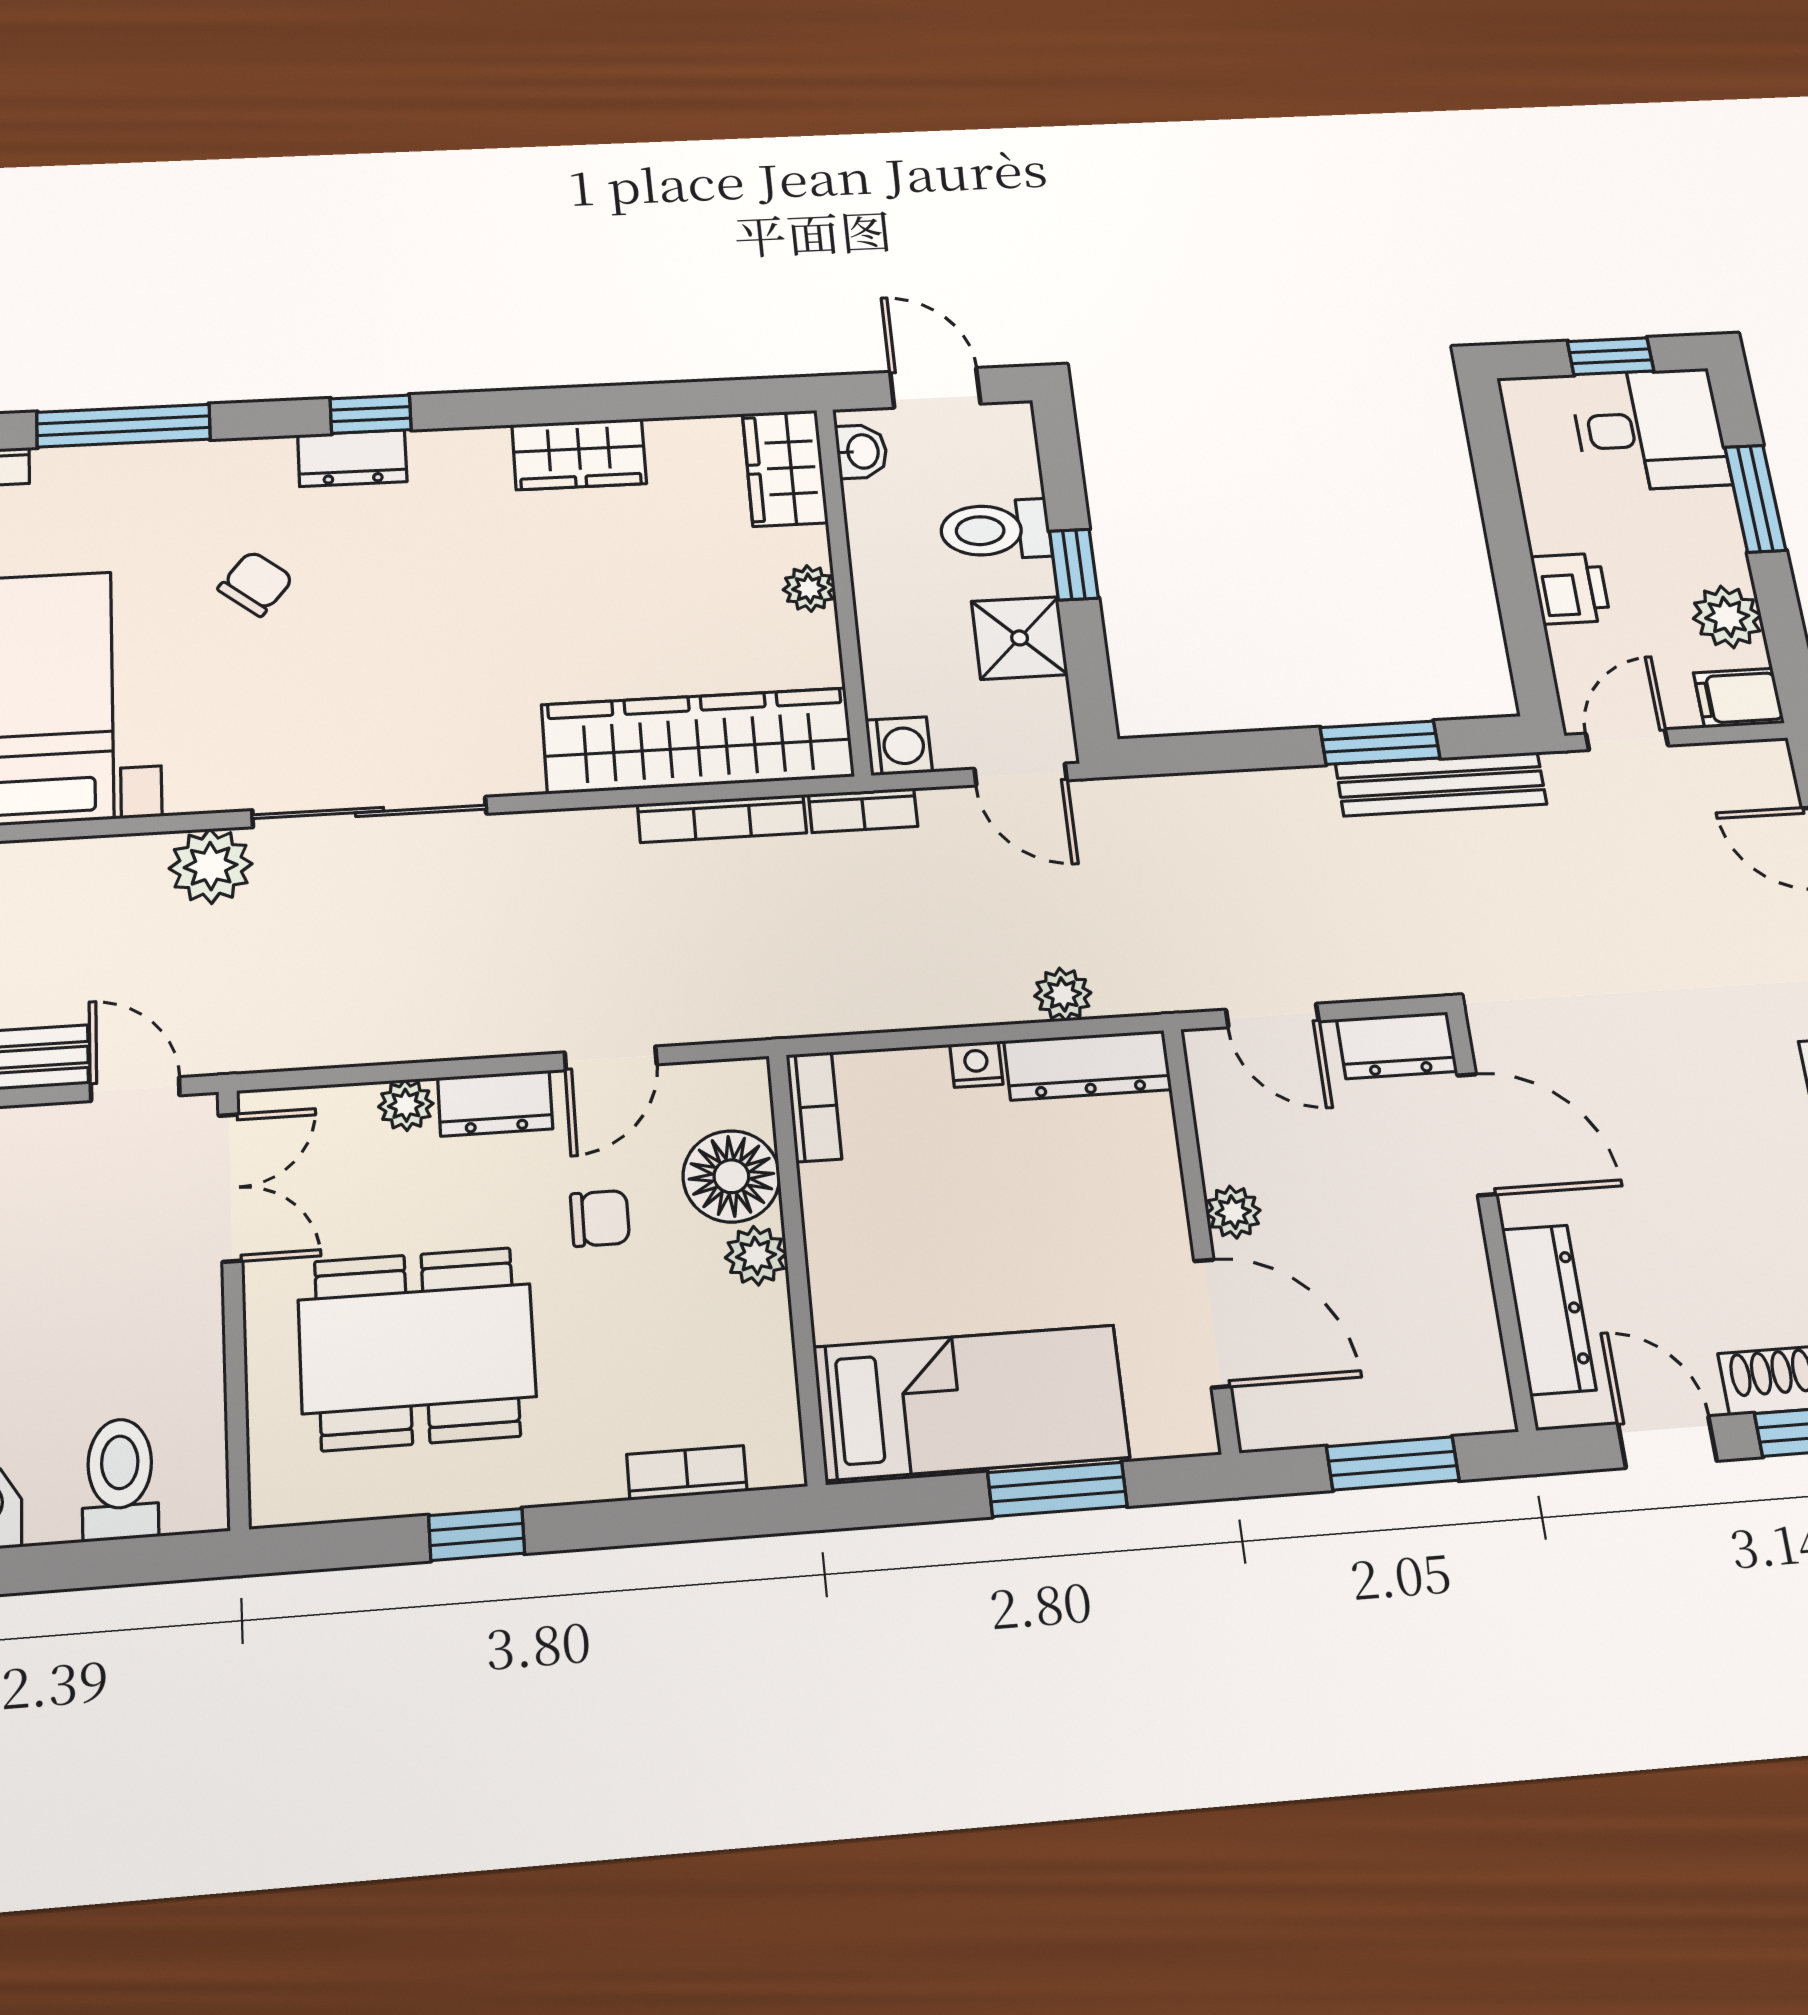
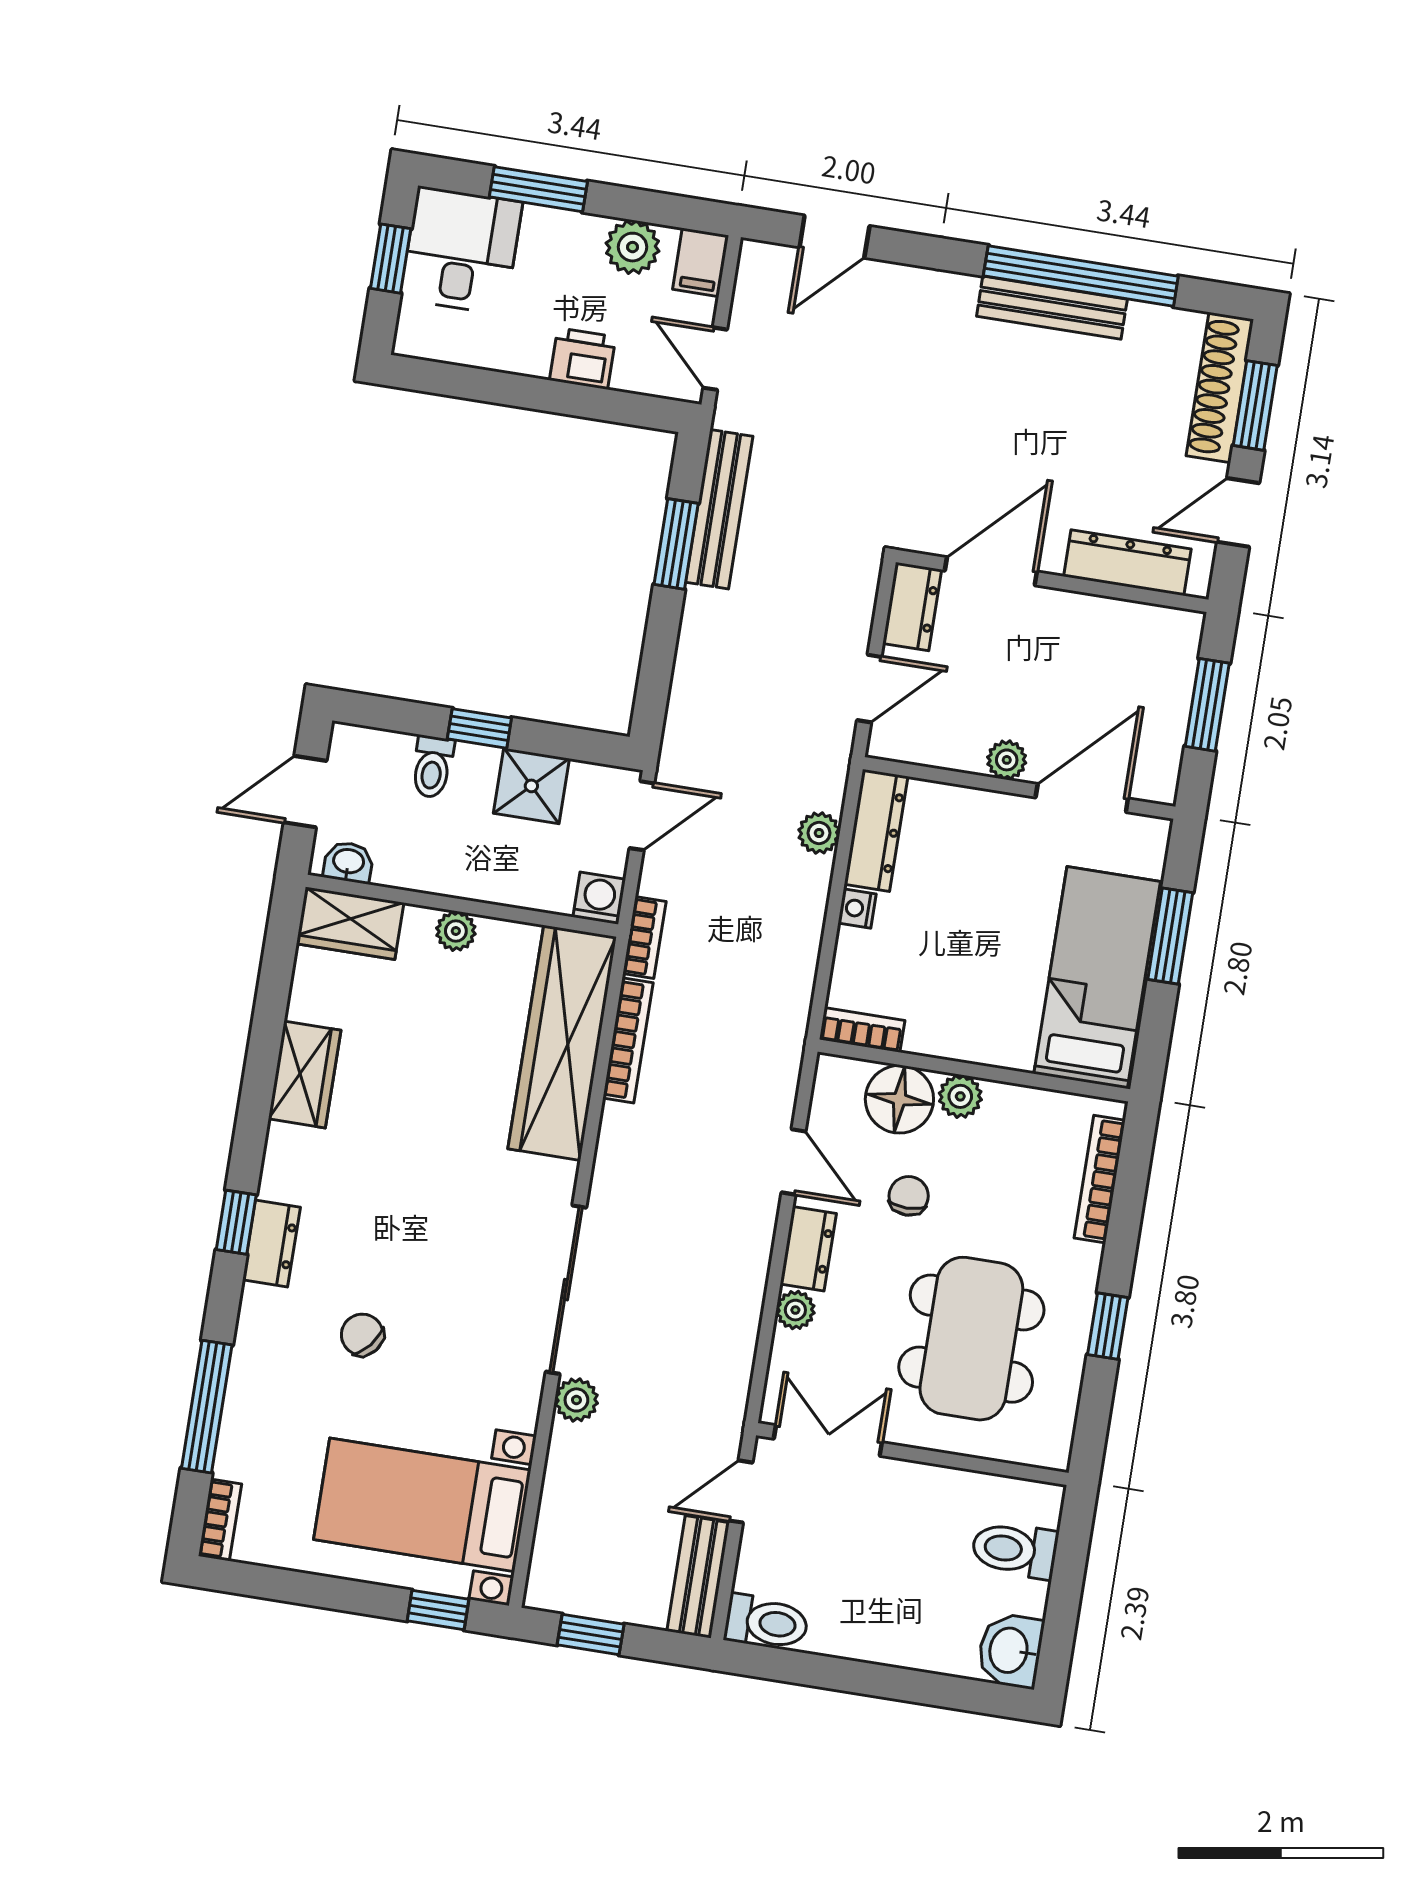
toilet: (995, 530) -> (432, 767), width x0.73, depth x0.72
plant: (211, 866) -> (576, 1400), width x0.73, depth x0.73
bookcase: (687, 1473) -> (1100, 1179), width x1.56

